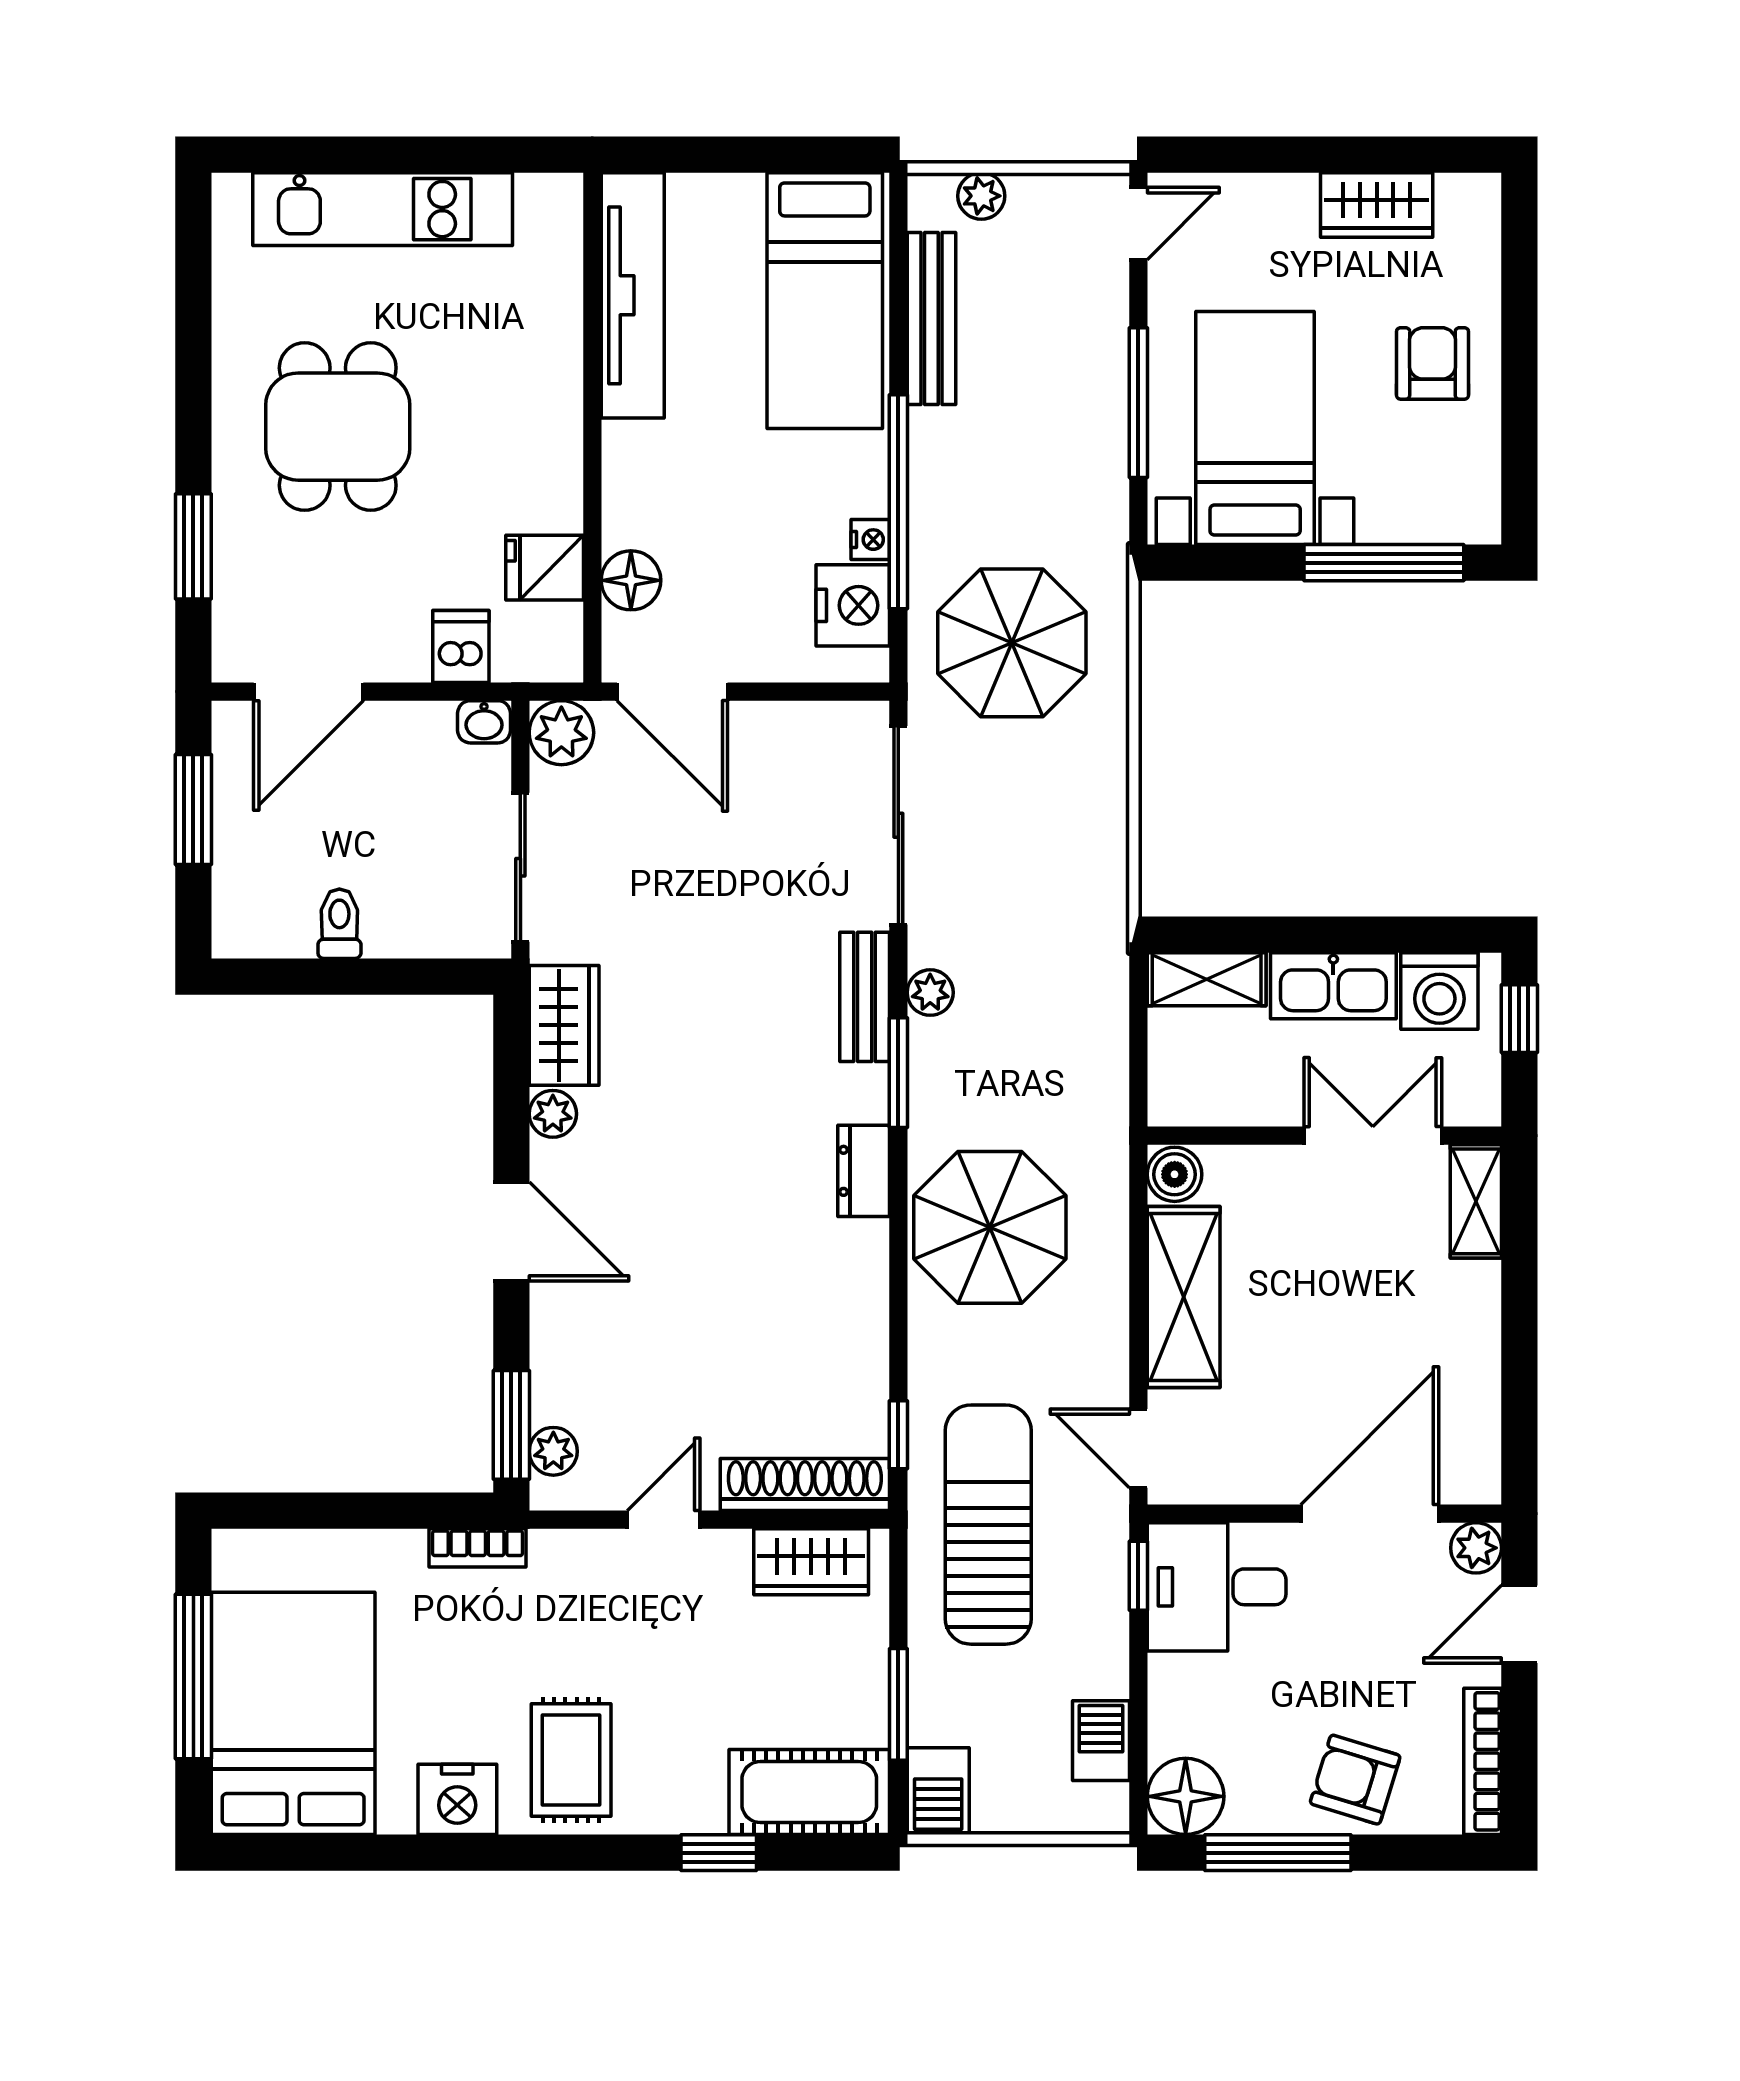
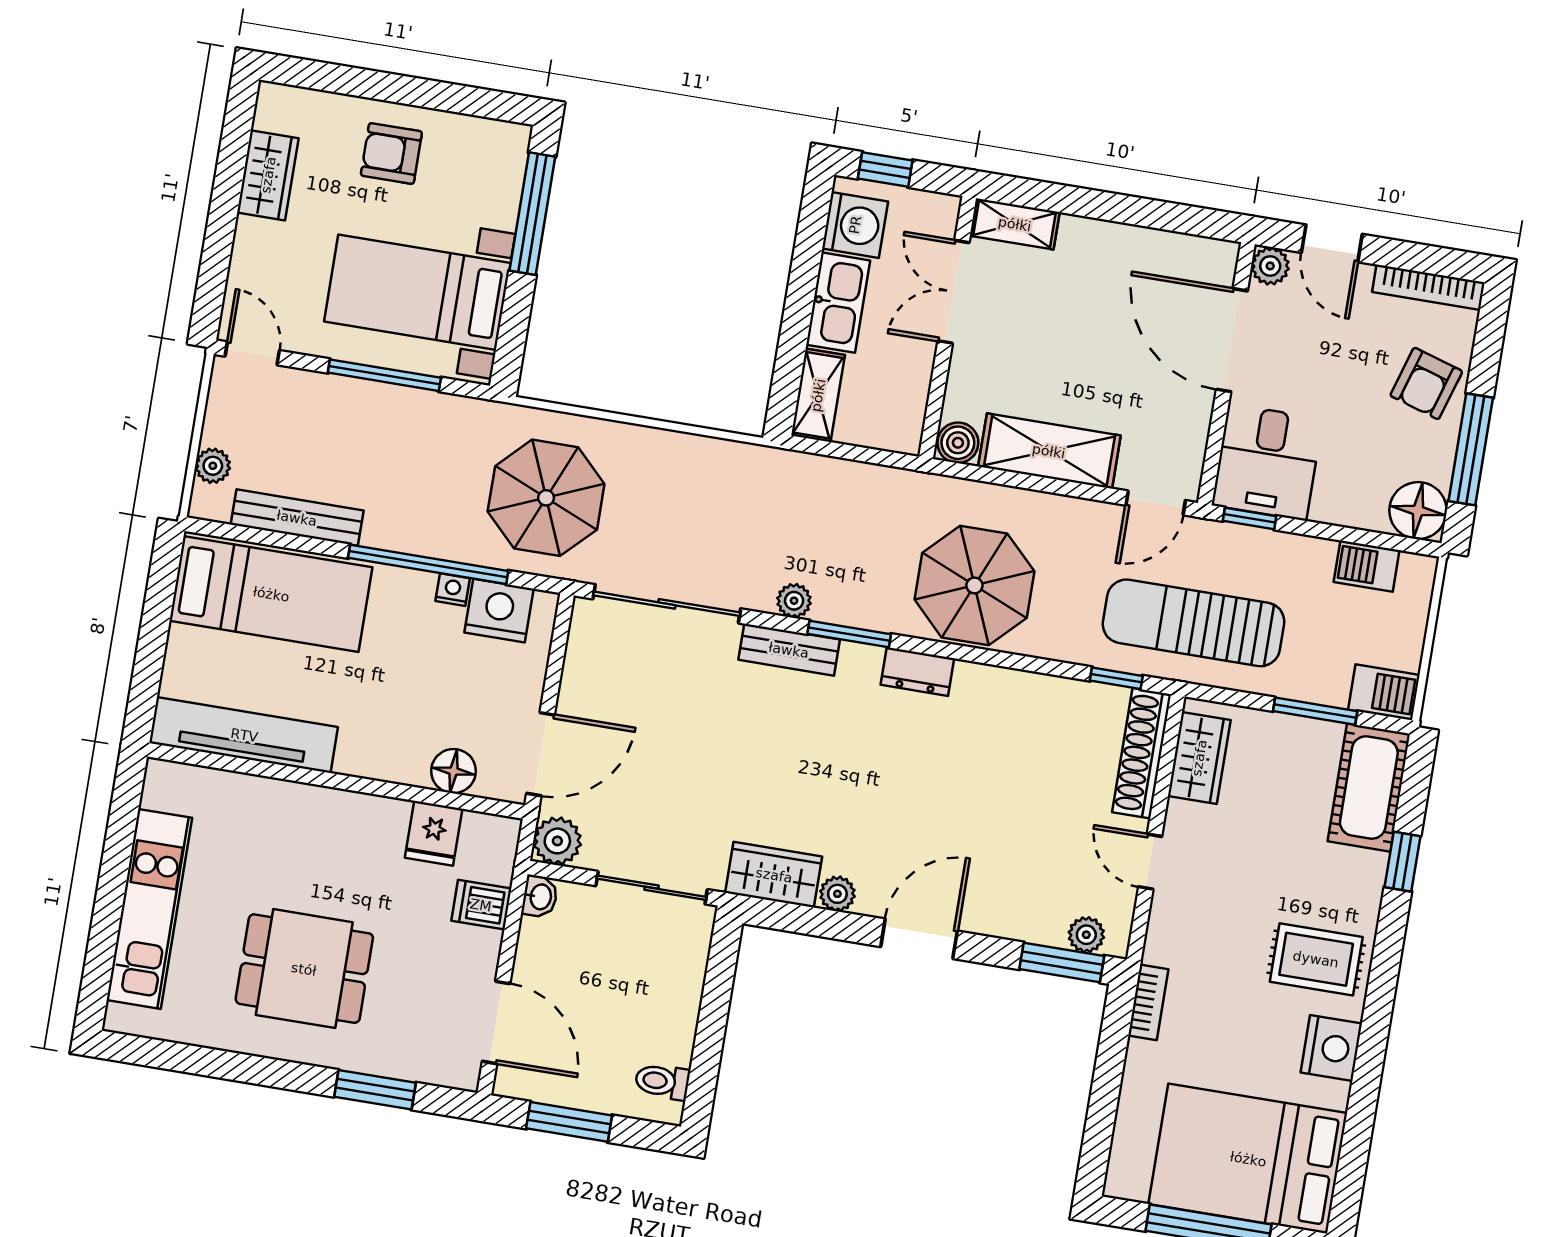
toilet: (339, 924) -> (662, 1081), moved

